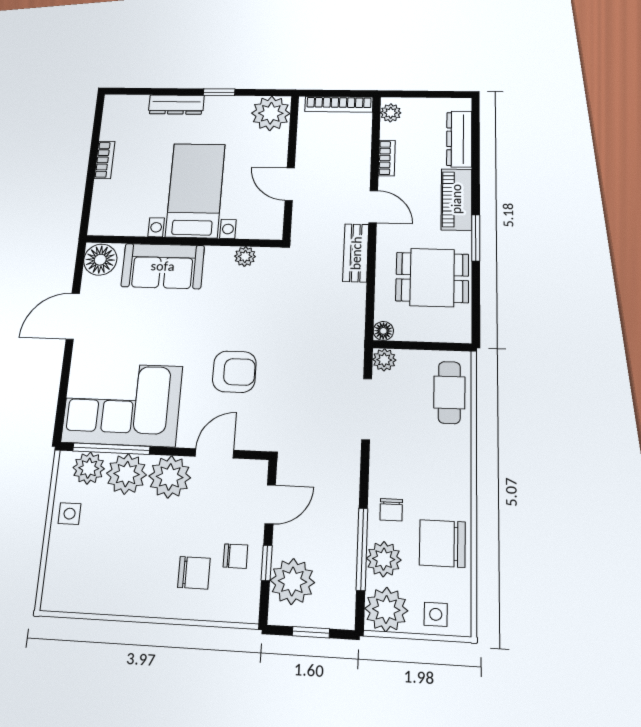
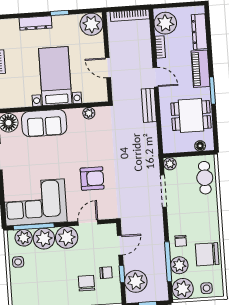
plant: (391, 113) -> (165, 23), width x1.88, depth x1.88
floor lamp: (383, 331) -> (200, 146), moved
chair: (194, 573) -> (86, 283), turned -90

